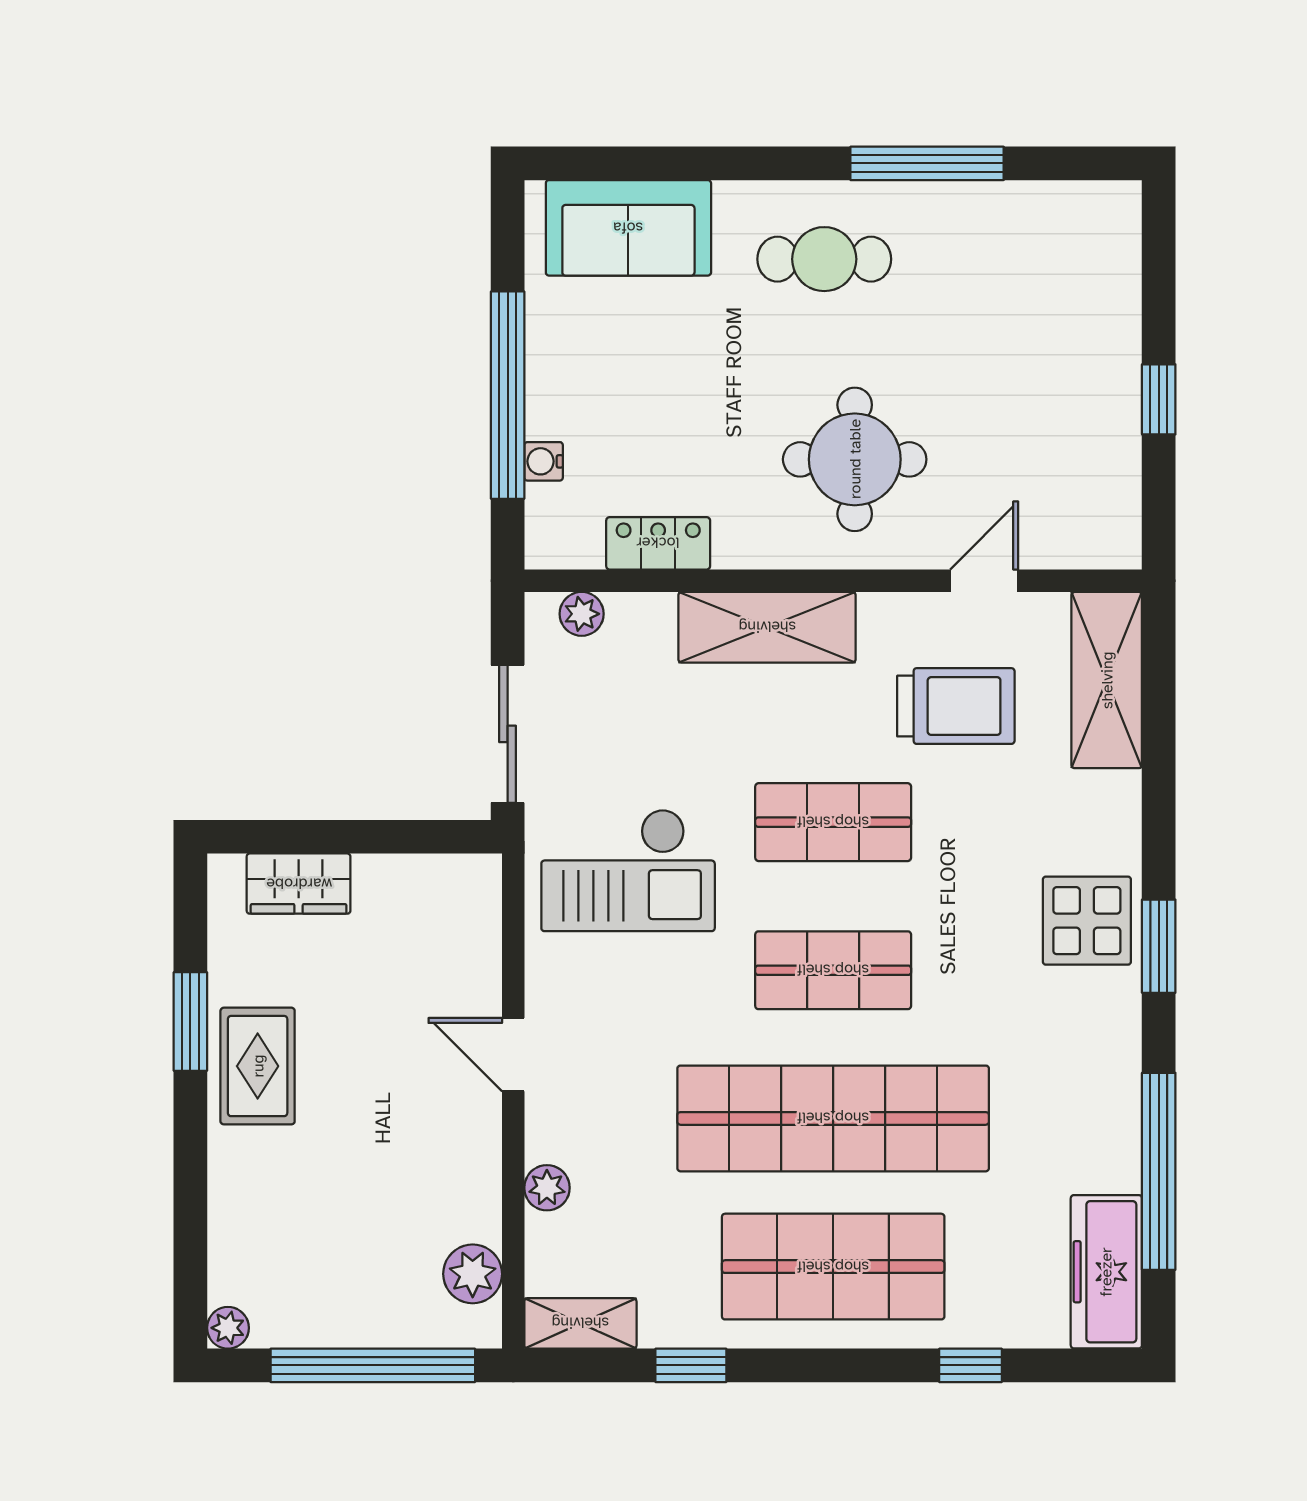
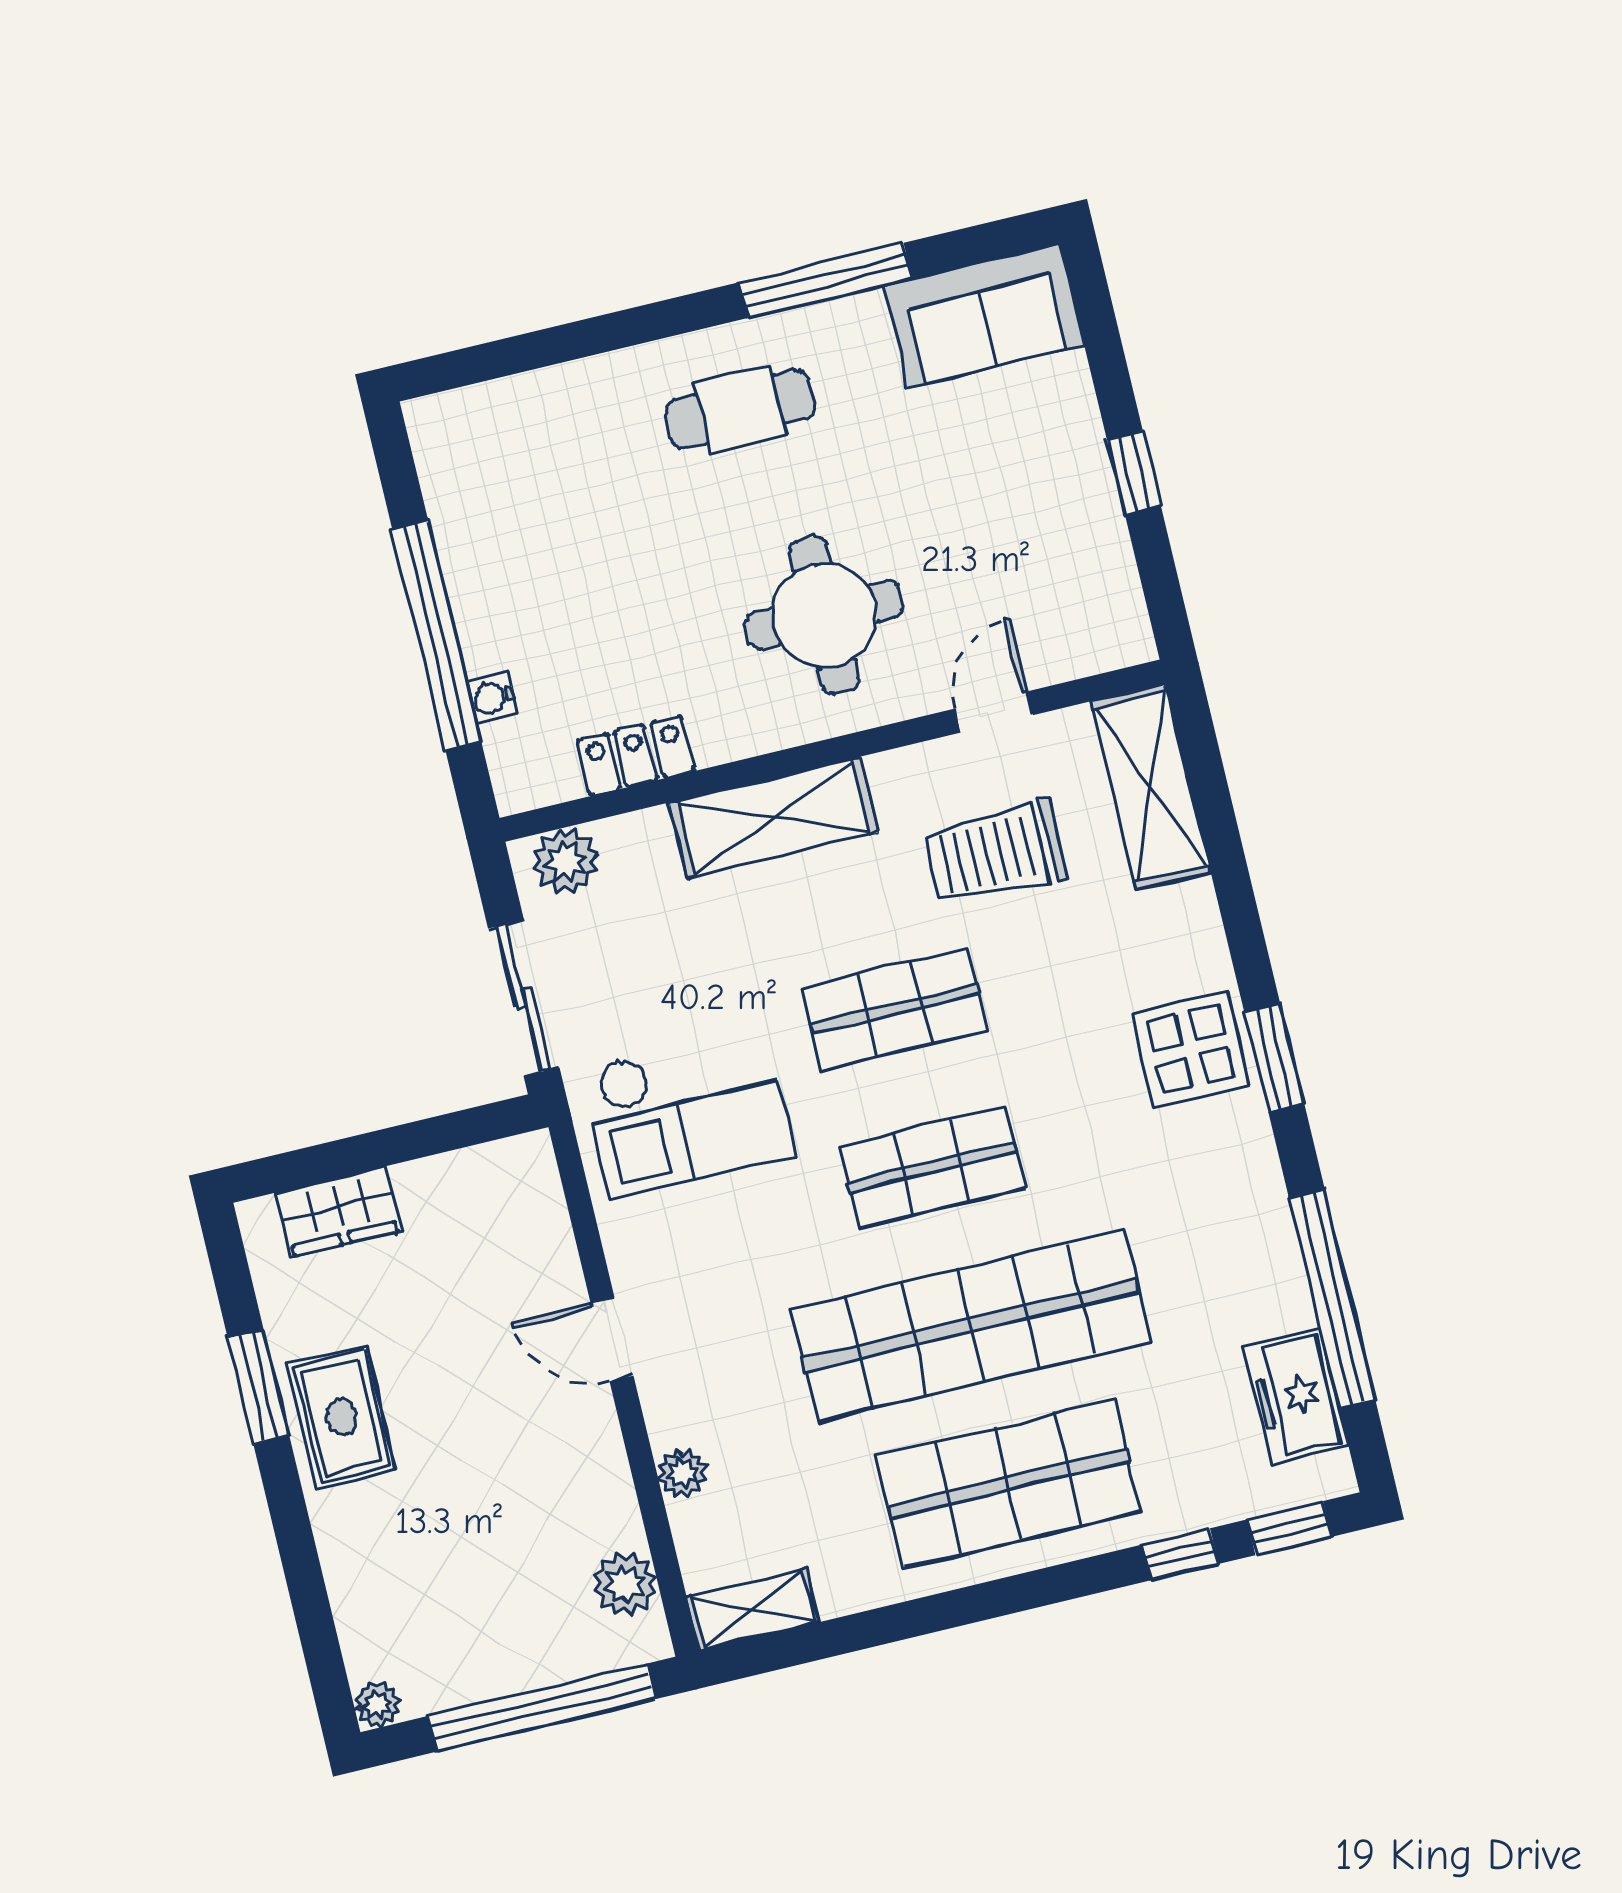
sofa: (628, 228) -> (984, 315), moved
plant: (582, 614) -> (565, 862), width x1.38, depth x1.38
trolley: (956, 706) -> (996, 853), turned 180
freezer: (1106, 1272) -> (1296, 1396), width x0.71
window: (691, 1365) -> (1289, 1528), moved

